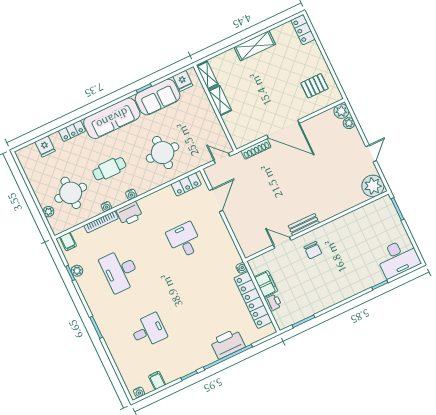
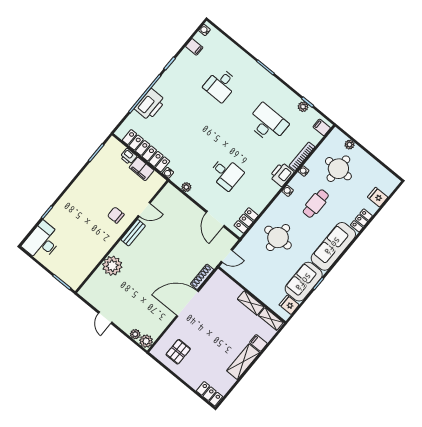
filing cabinet: (231, 57) -> (258, 343), added
plant: (373, 186) -> (112, 266), moved
plant: (230, 245) -> (186, 187), added

